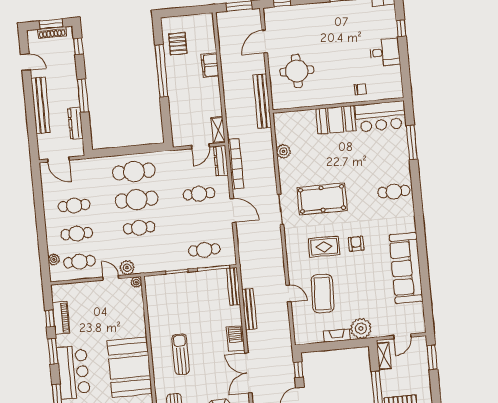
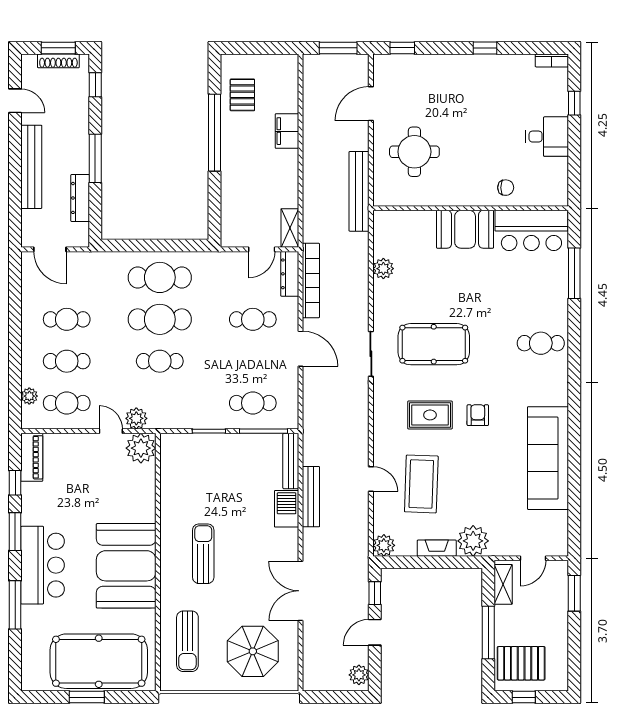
plant: (136, 282) -> (141, 448), width x1.88, depth x1.88
piano: (61, 318) -> (32, 457), moved
plant: (301, 337) -> (384, 545), added
barbecue: (236, 338) -> (287, 509), moved

